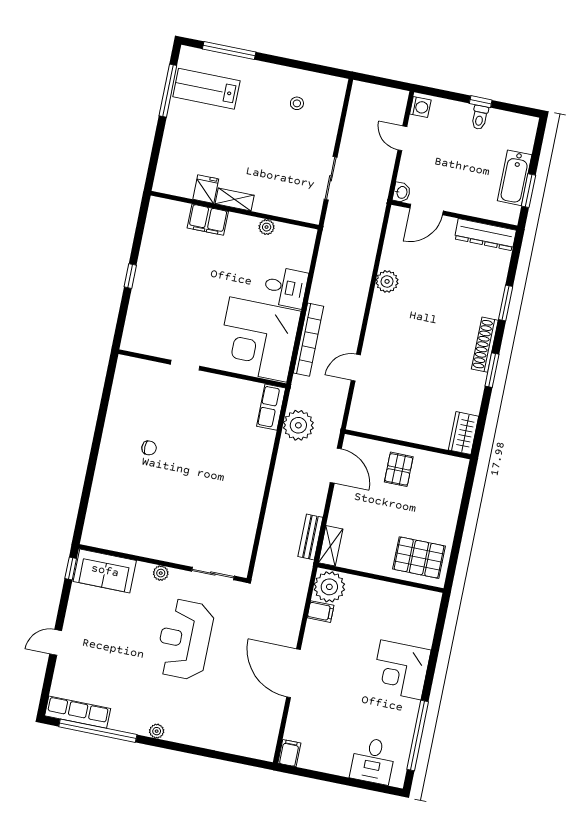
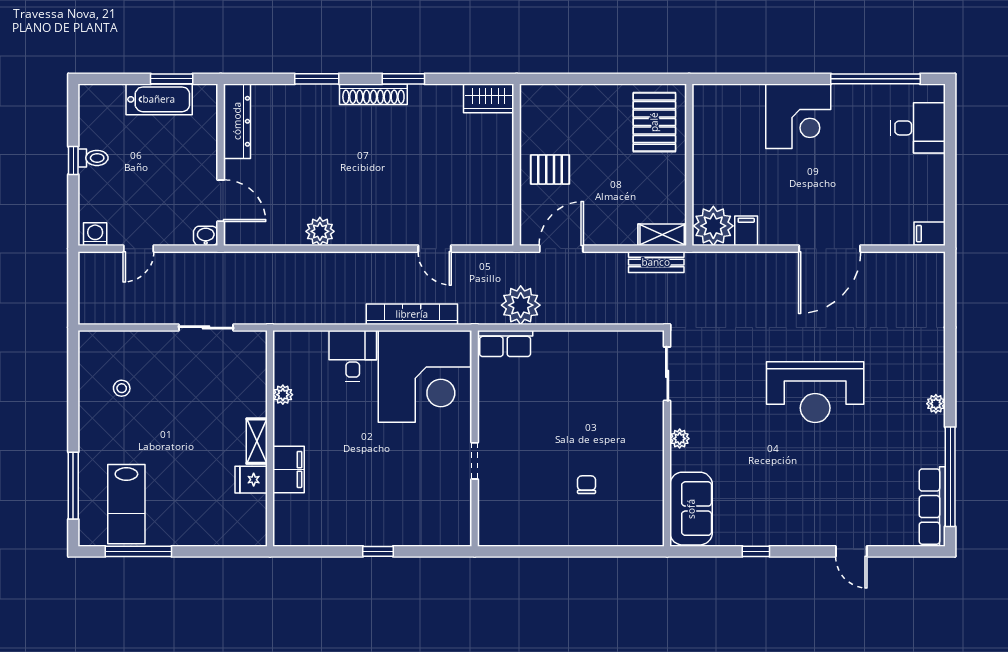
wall: (163, 563) -> (667, 438), moved
sofa: (105, 571) -> (691, 509), moved
plant: (161, 573) -> (680, 439), moved
sliding door: (213, 574) -> (667, 374), moved

